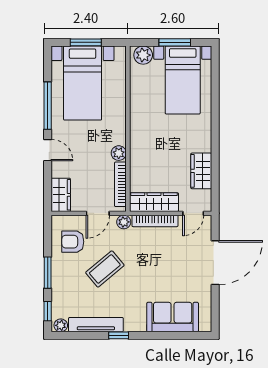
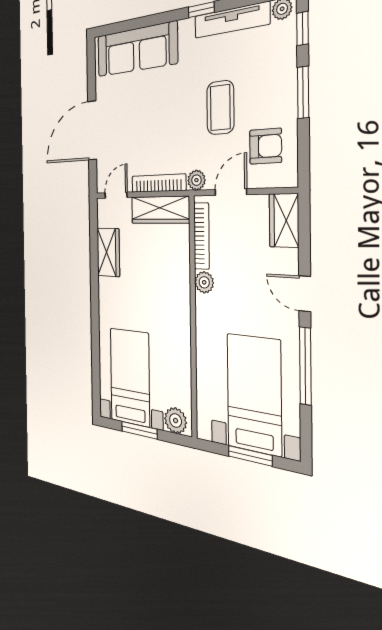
coffee table: (105, 269) -> (220, 108), turned -50
sofa: (173, 317) -> (137, 49), width x1.36

